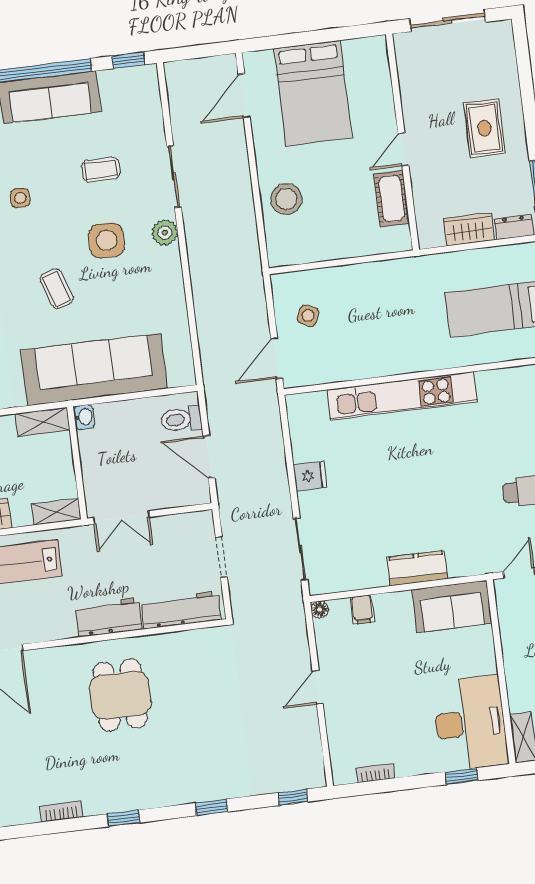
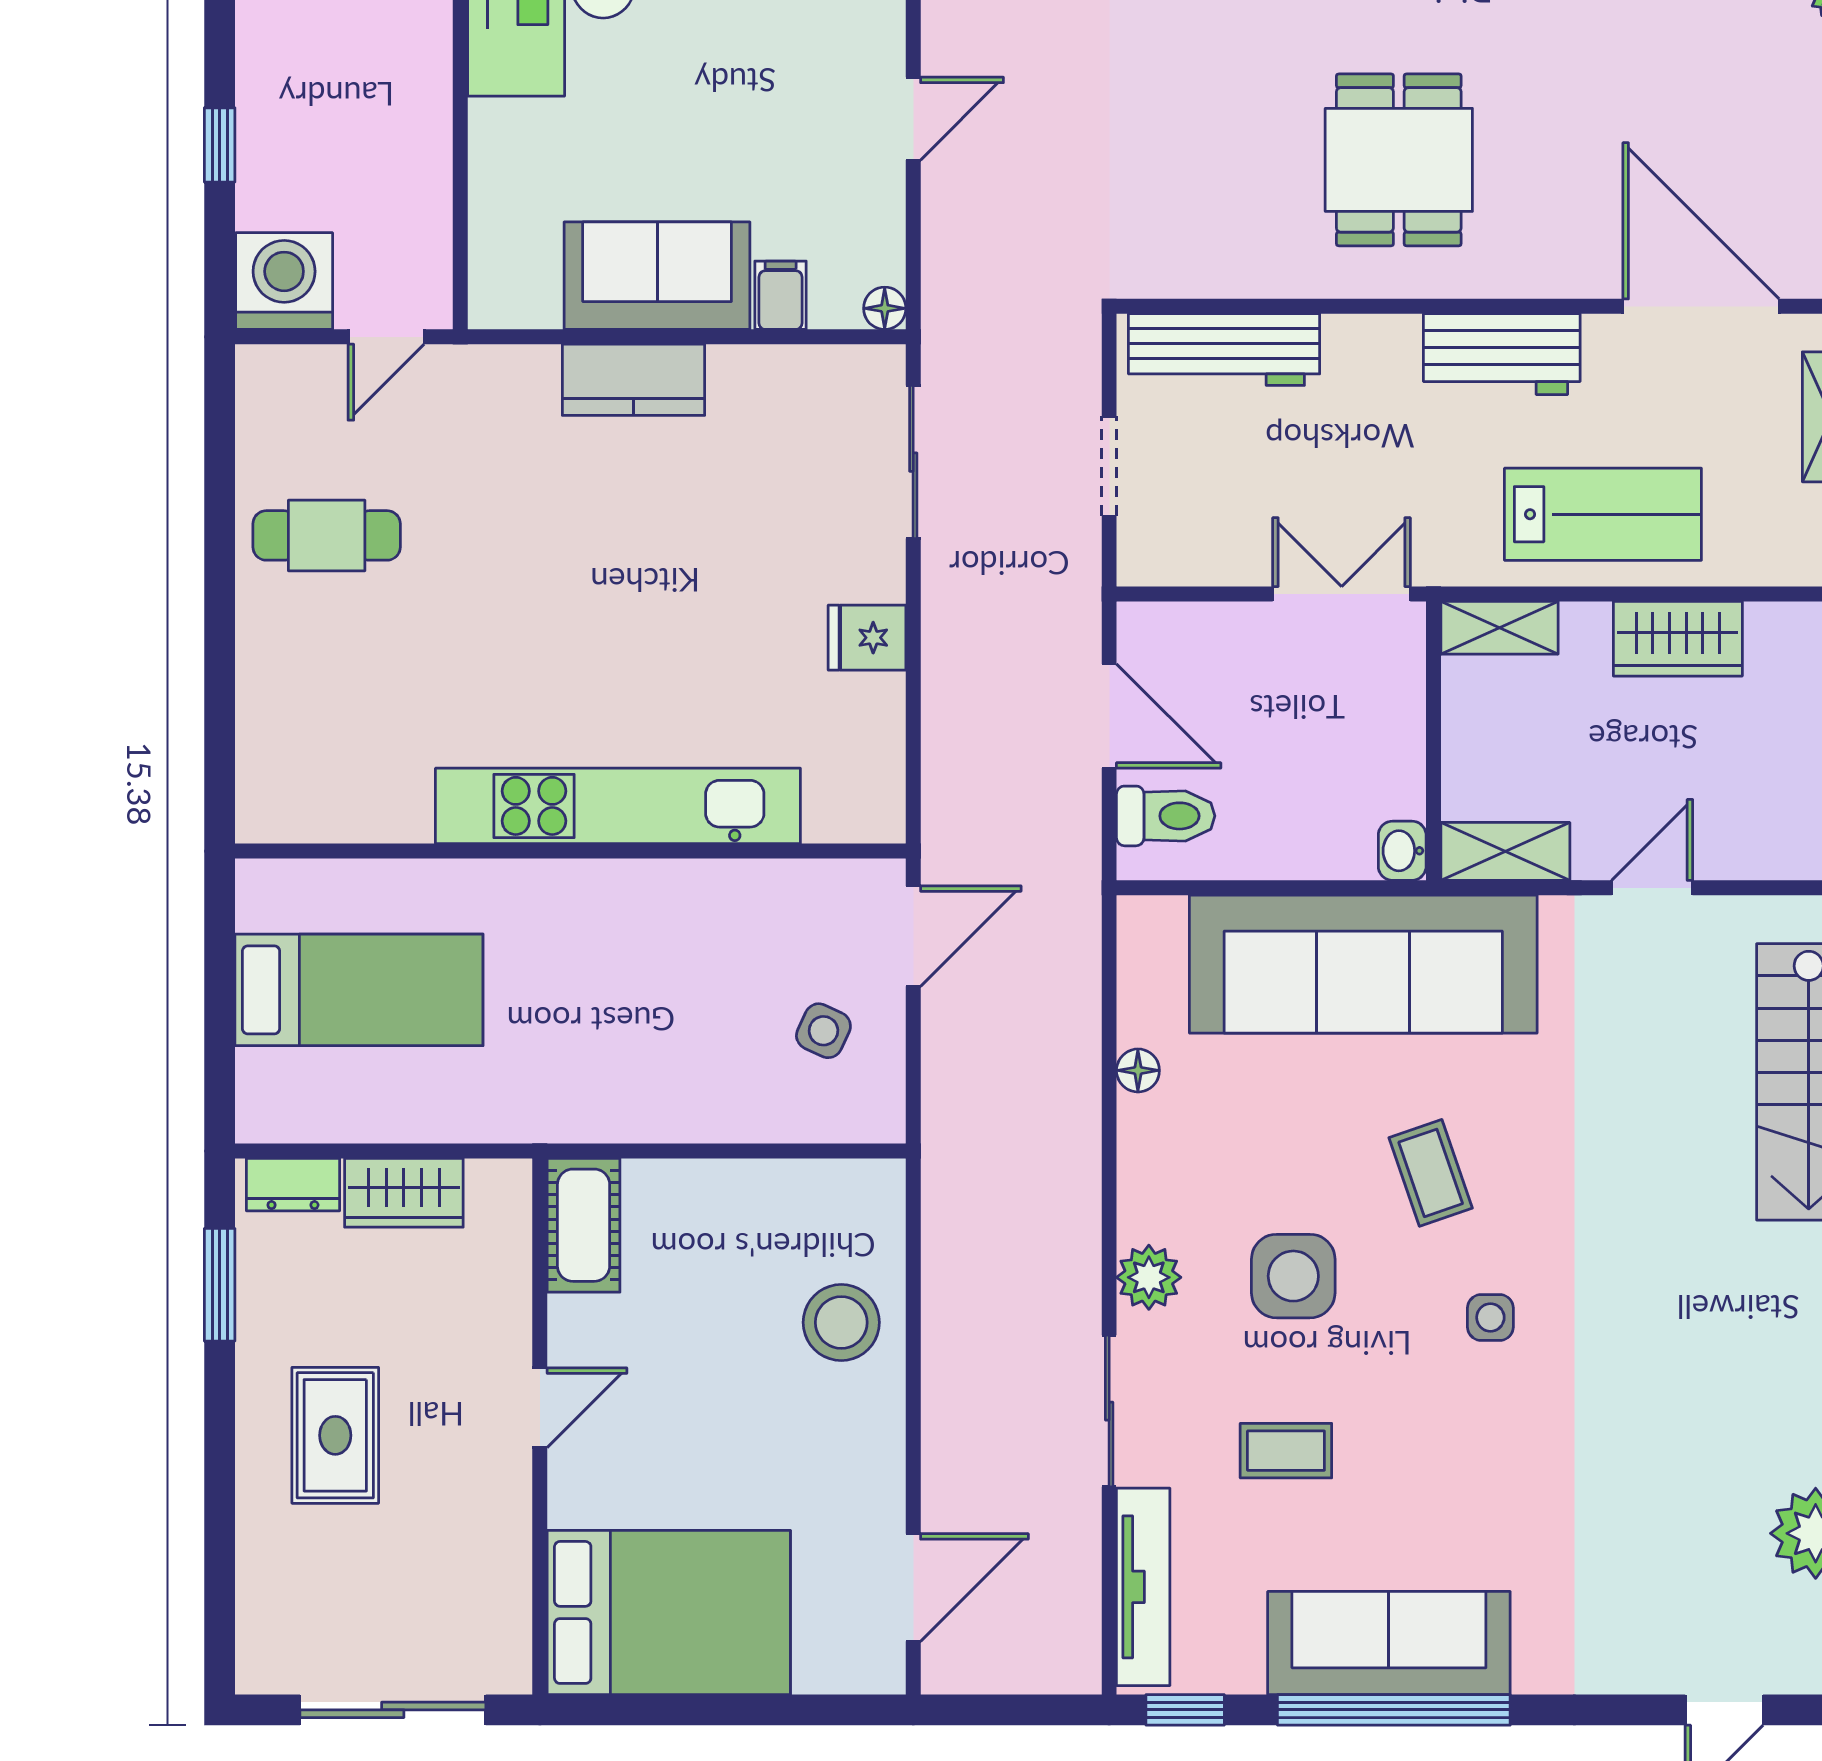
bed: (313, 93) -> (669, 1612), moved, turned 90
tv unit: (151, 108) -> (1143, 1587), added
side table: (20, 198) -> (1490, 1317), moved
cot: (392, 198) -> (584, 1225), moved
floor lamp: (179, 315) -> (1138, 1070), added
sofa: (452, 606) -> (657, 276), moved
workbench: (109, 617) -> (1502, 354), moved

